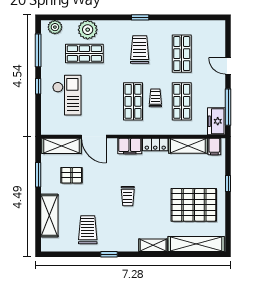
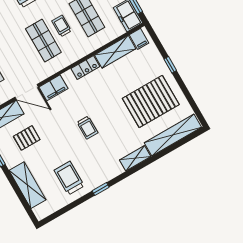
filing cabinet: (130, 146) -> (53, 88), moved

